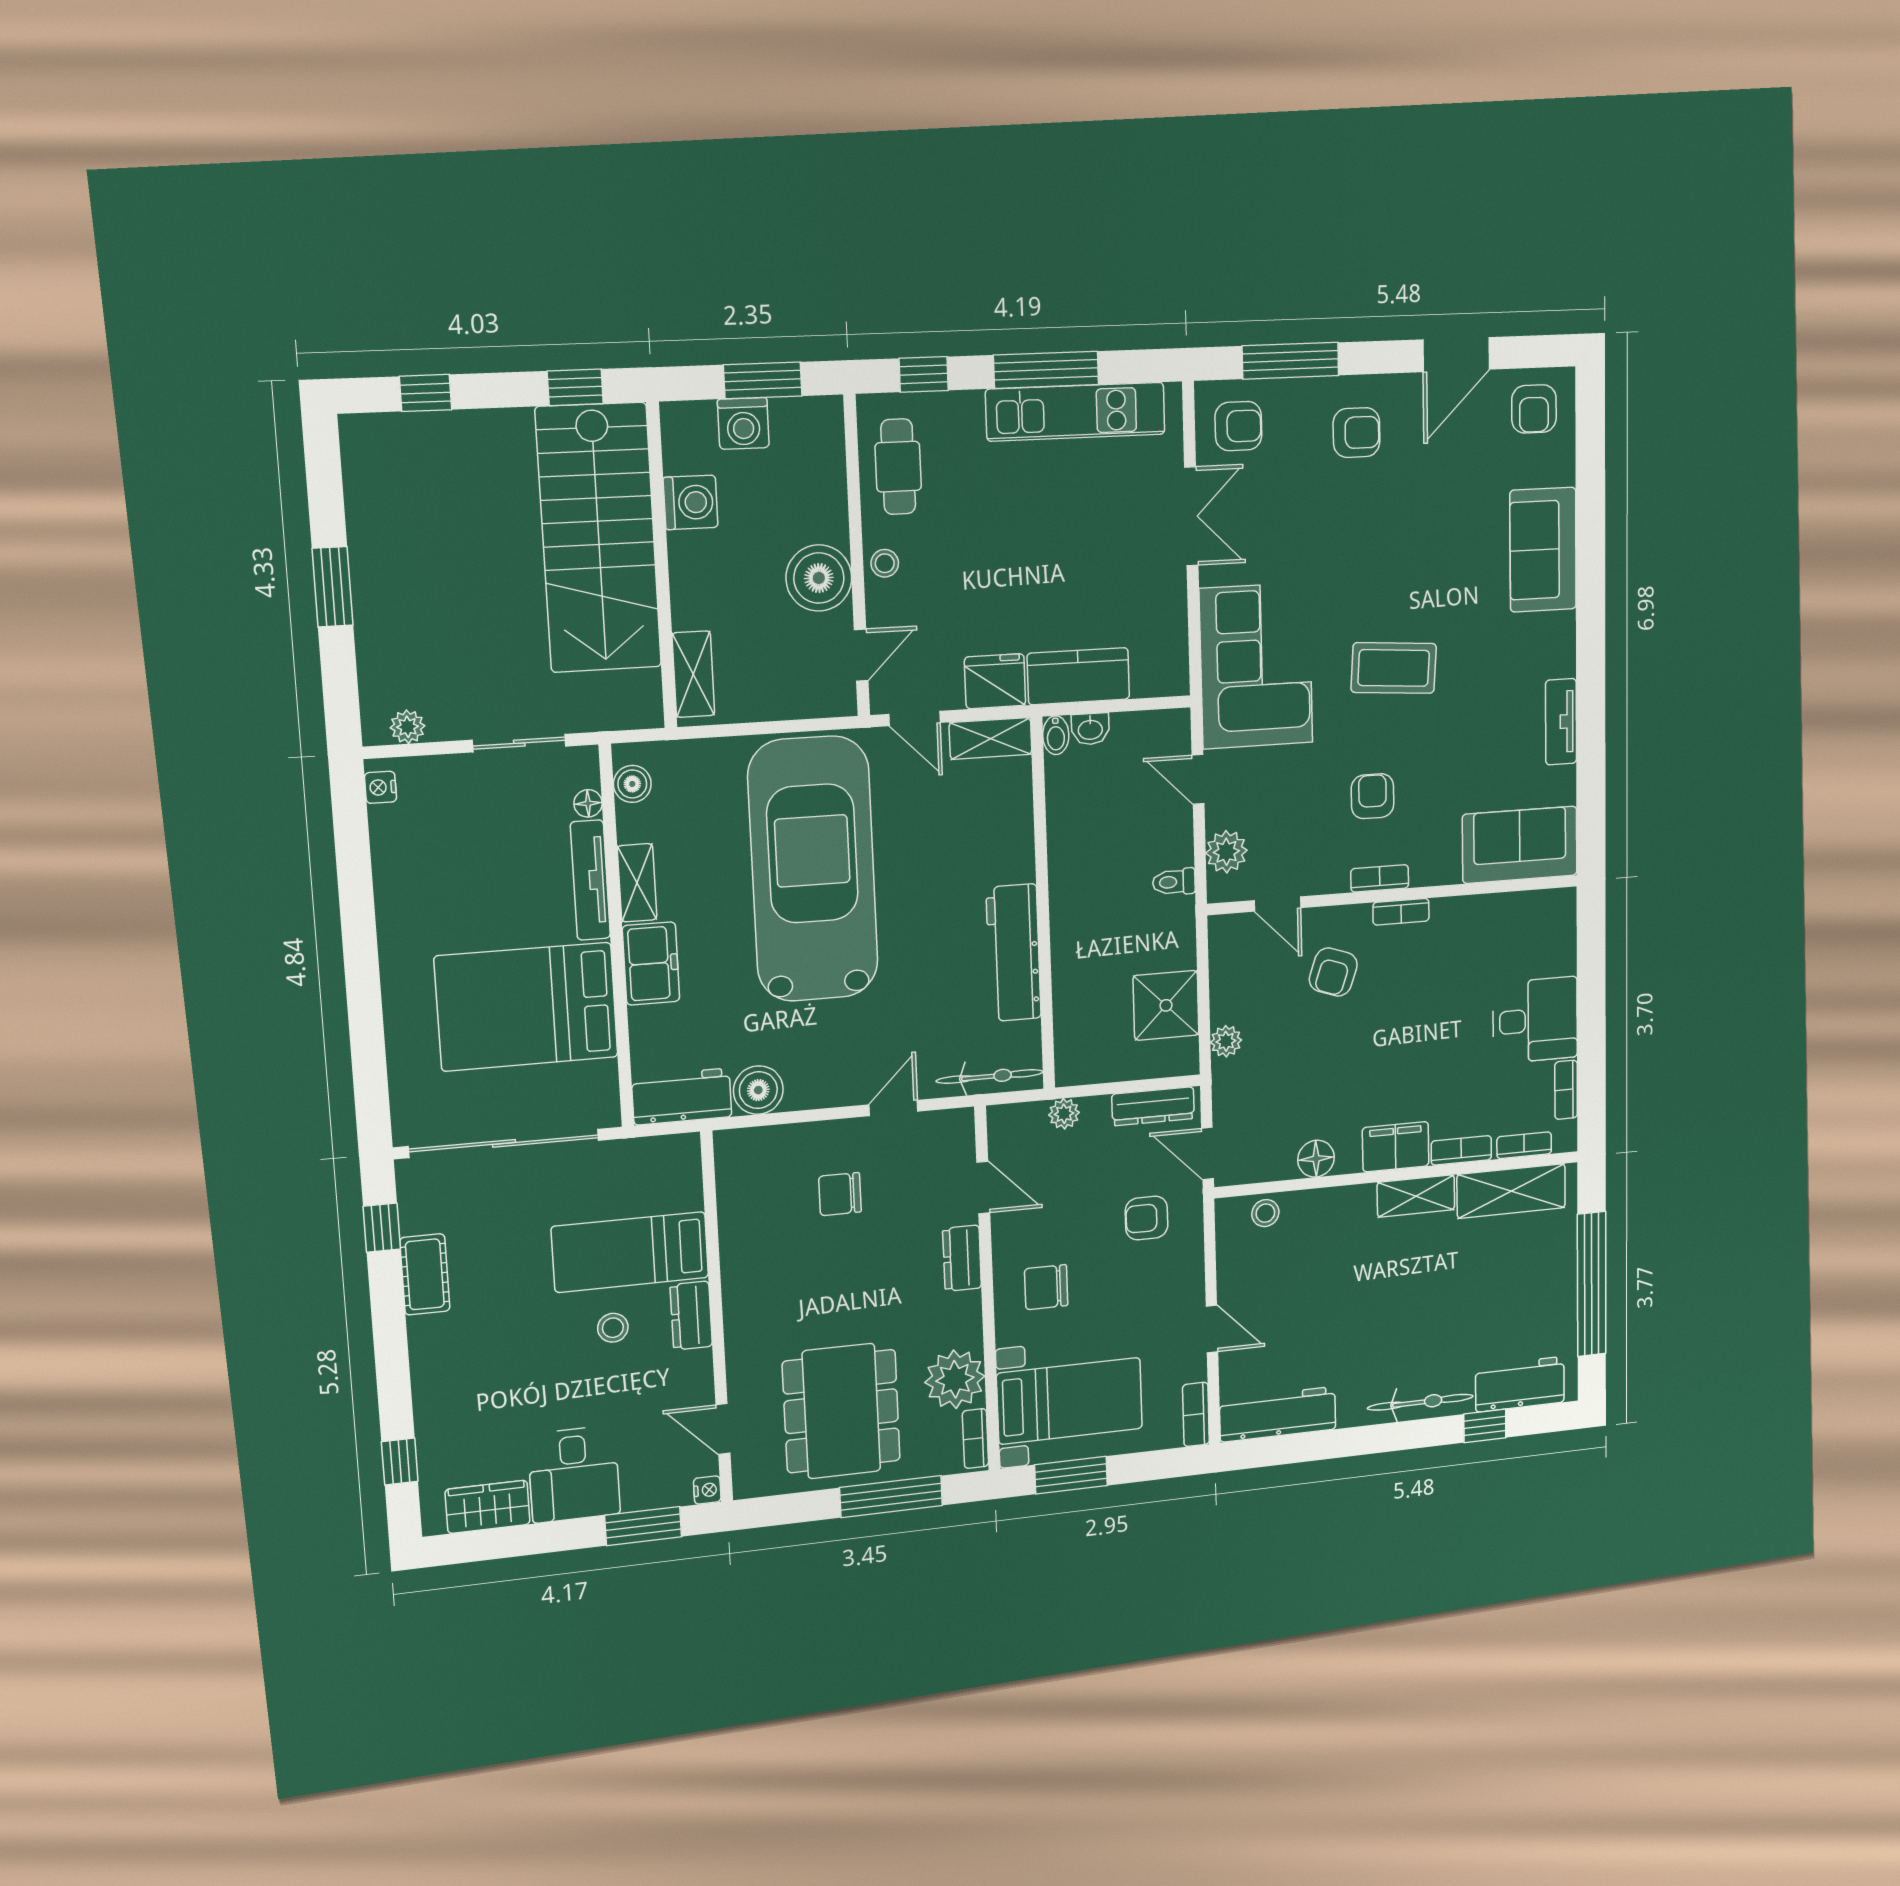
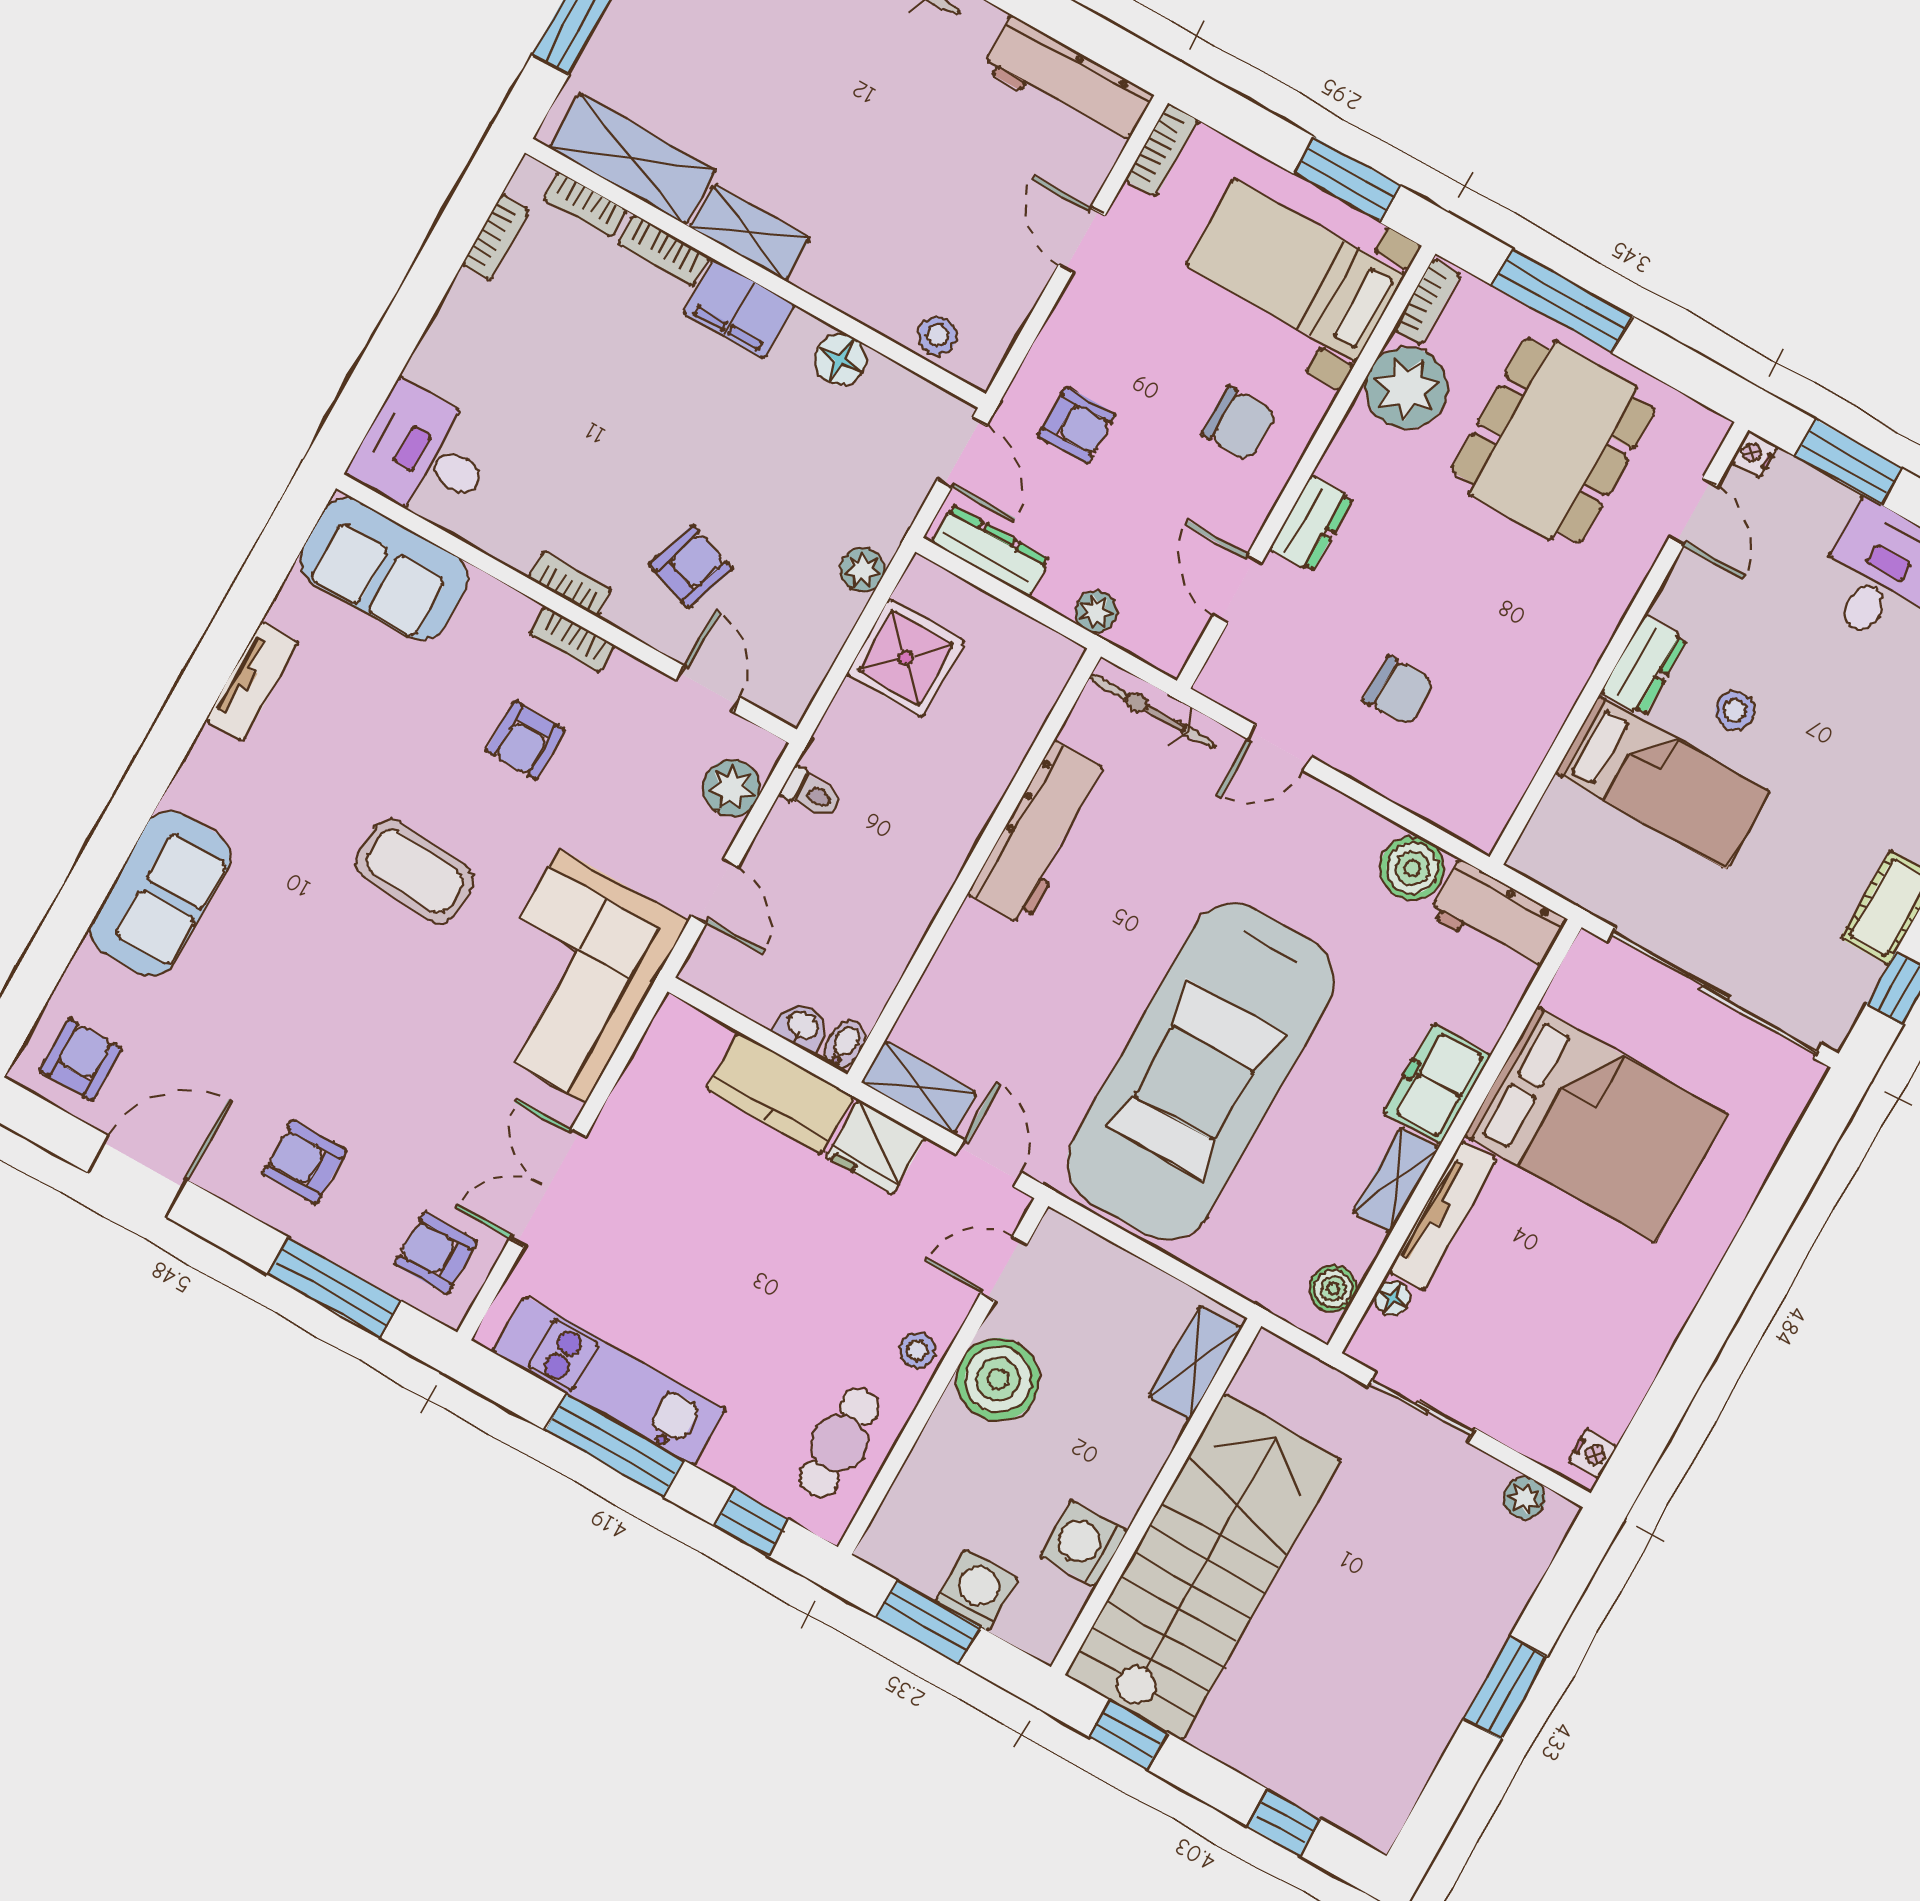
desk: (1535, 1020) -> (424, 455), moved

